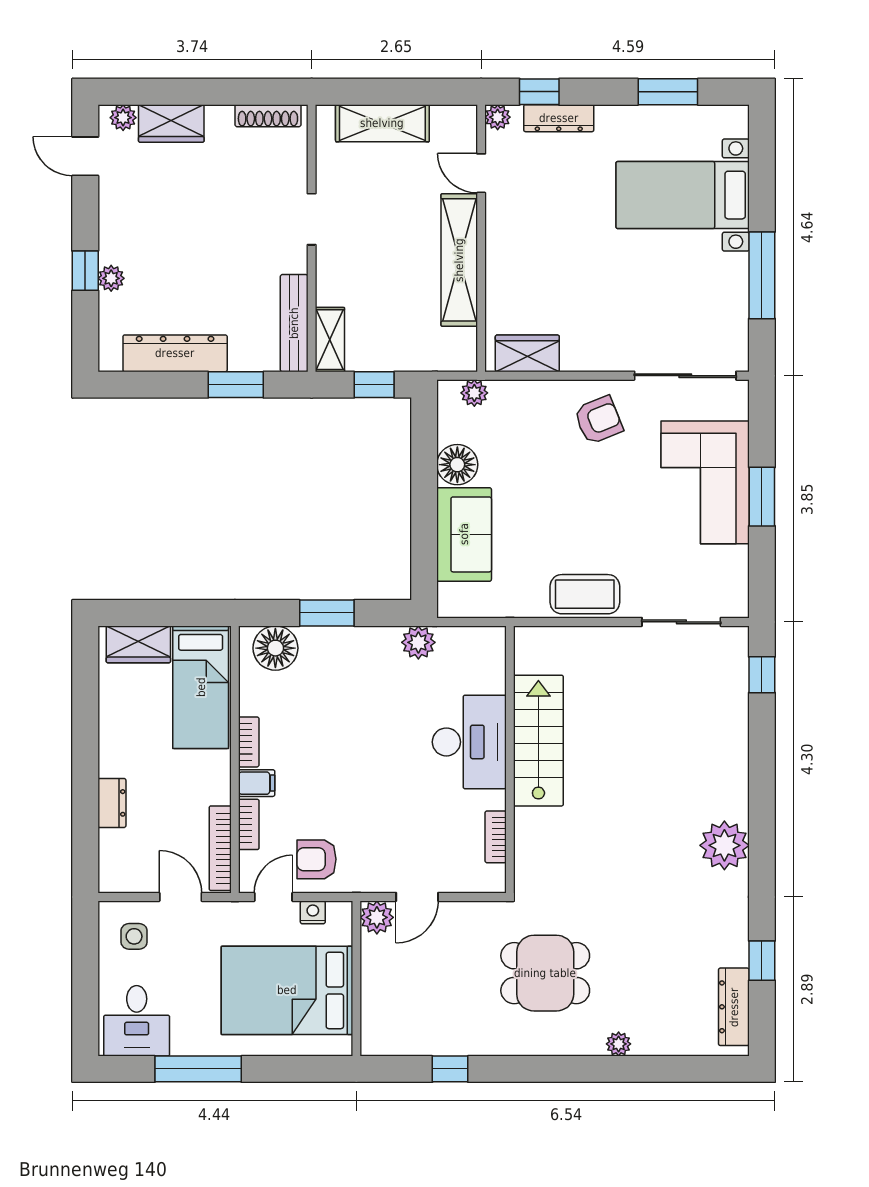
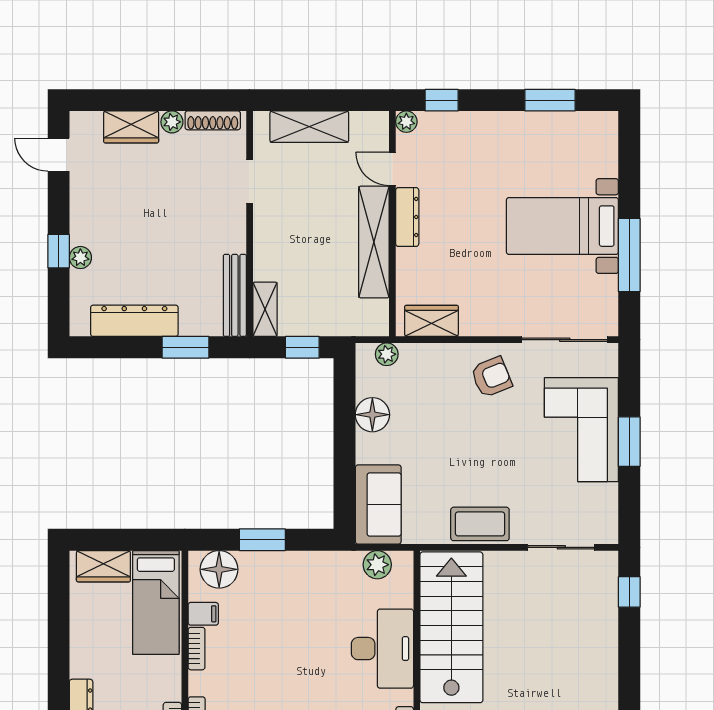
plant: (123, 118) -> (172, 122), moved
dresser: (559, 118) -> (407, 217), moved, turned -90
bed with nightstands: (683, 195) -> (562, 226), moved
doorway: (312, 219) -> (250, 182), moved
sofa: (464, 534) -> (378, 504), moved
plant: (418, 642) -> (377, 565), moved
stairs: (538, 741) -> (451, 627), width x1.36, depth x1.51
filing cabinet: (257, 783) -> (203, 614), moved

